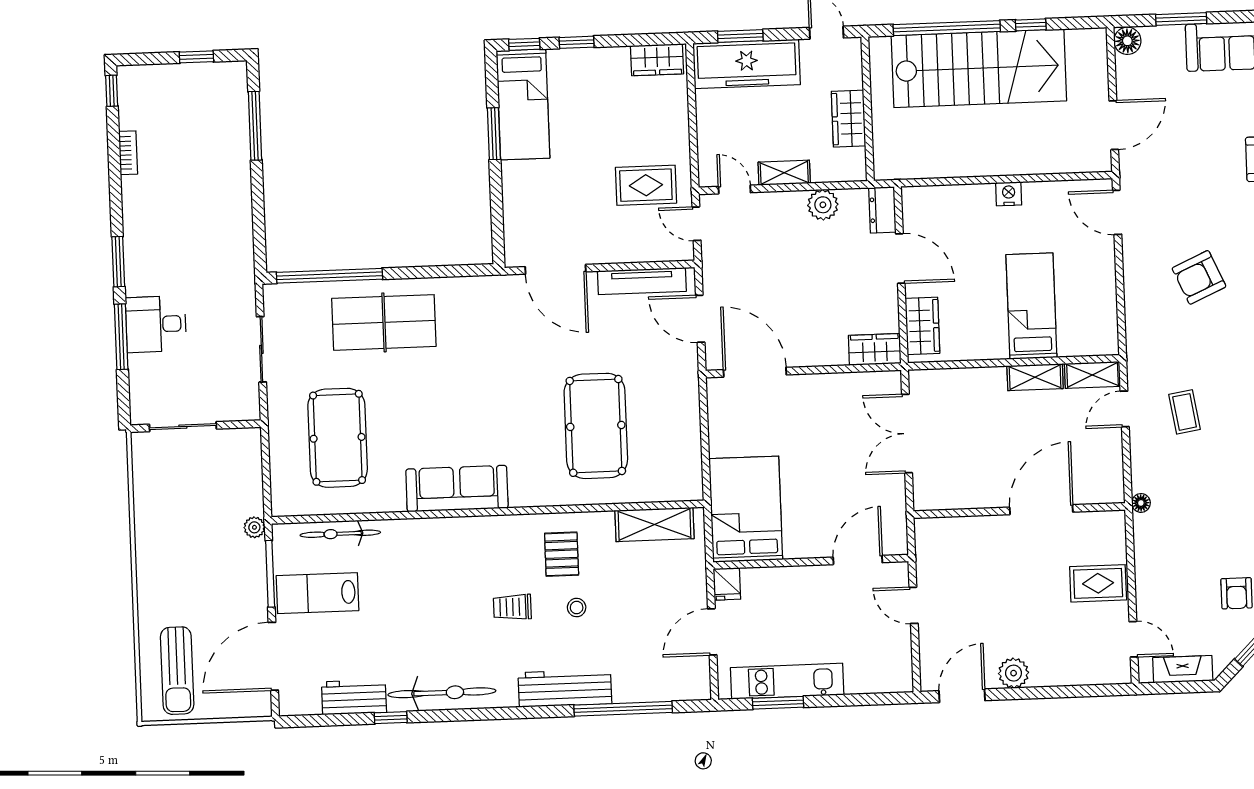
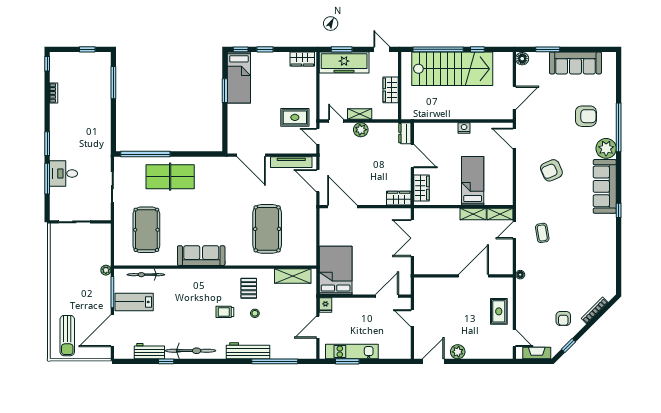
plant: (823, 205) -> (361, 130), moved
rug: (1098, 583) -> (499, 311), turned 90

